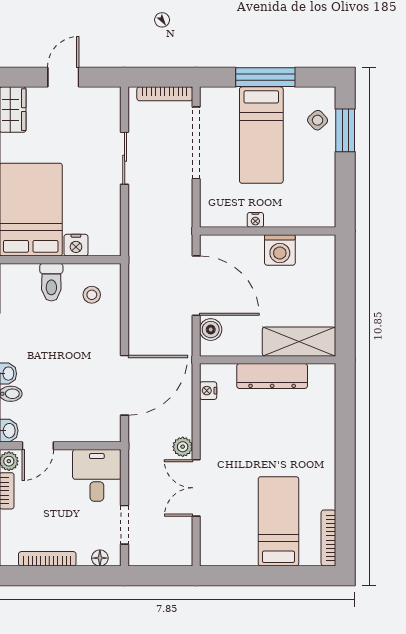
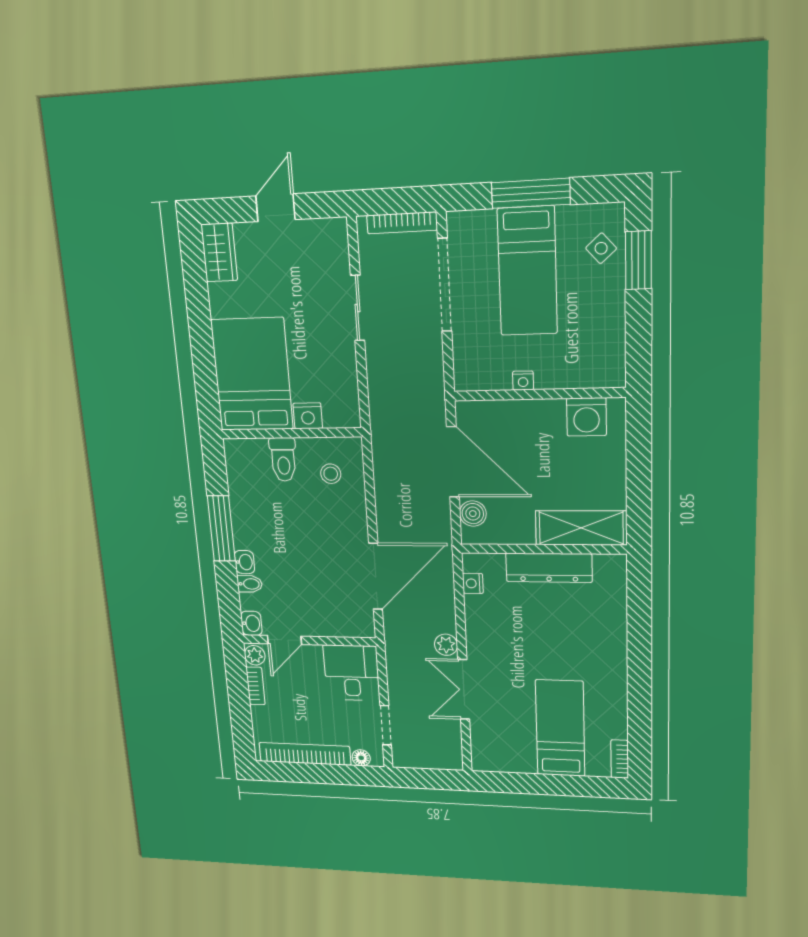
washing machine: (280, 250) -> (586, 417), moved
bookcase: (328, 538) -> (620, 759), width x0.64
bookcase: (47, 559) -> (305, 754), width x1.48, depth x1.31

